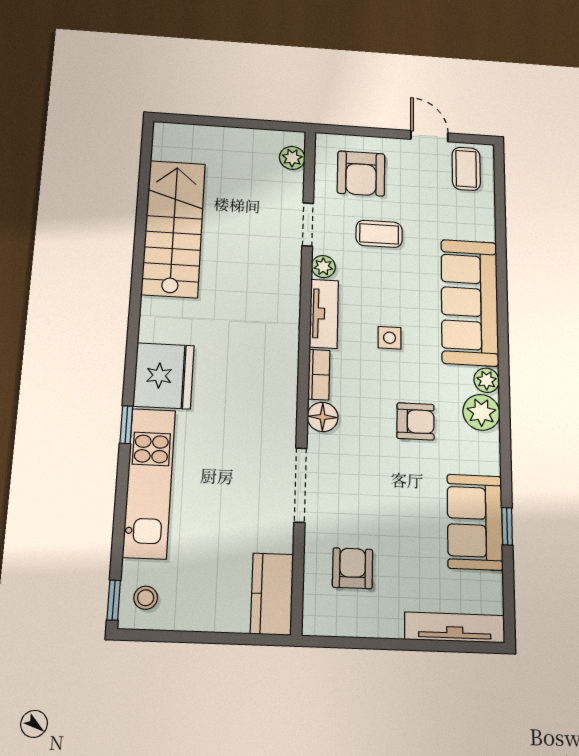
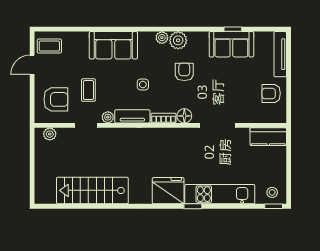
sofa: (470, 302) -> (113, 45), width x0.73
armchair: (353, 568) -> (271, 93), moved

